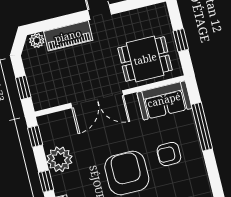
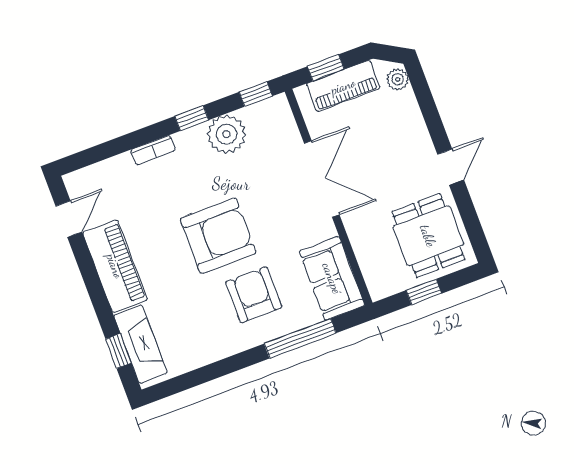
piano: (68, 36) -> (343, 86), moved, turned -90
dining table: (145, 59) -> (428, 236), moved
double door: (97, 99) -> (322, 179), swing flipped
armchair: (169, 154) -> (254, 295), width x1.38, depth x1.38

